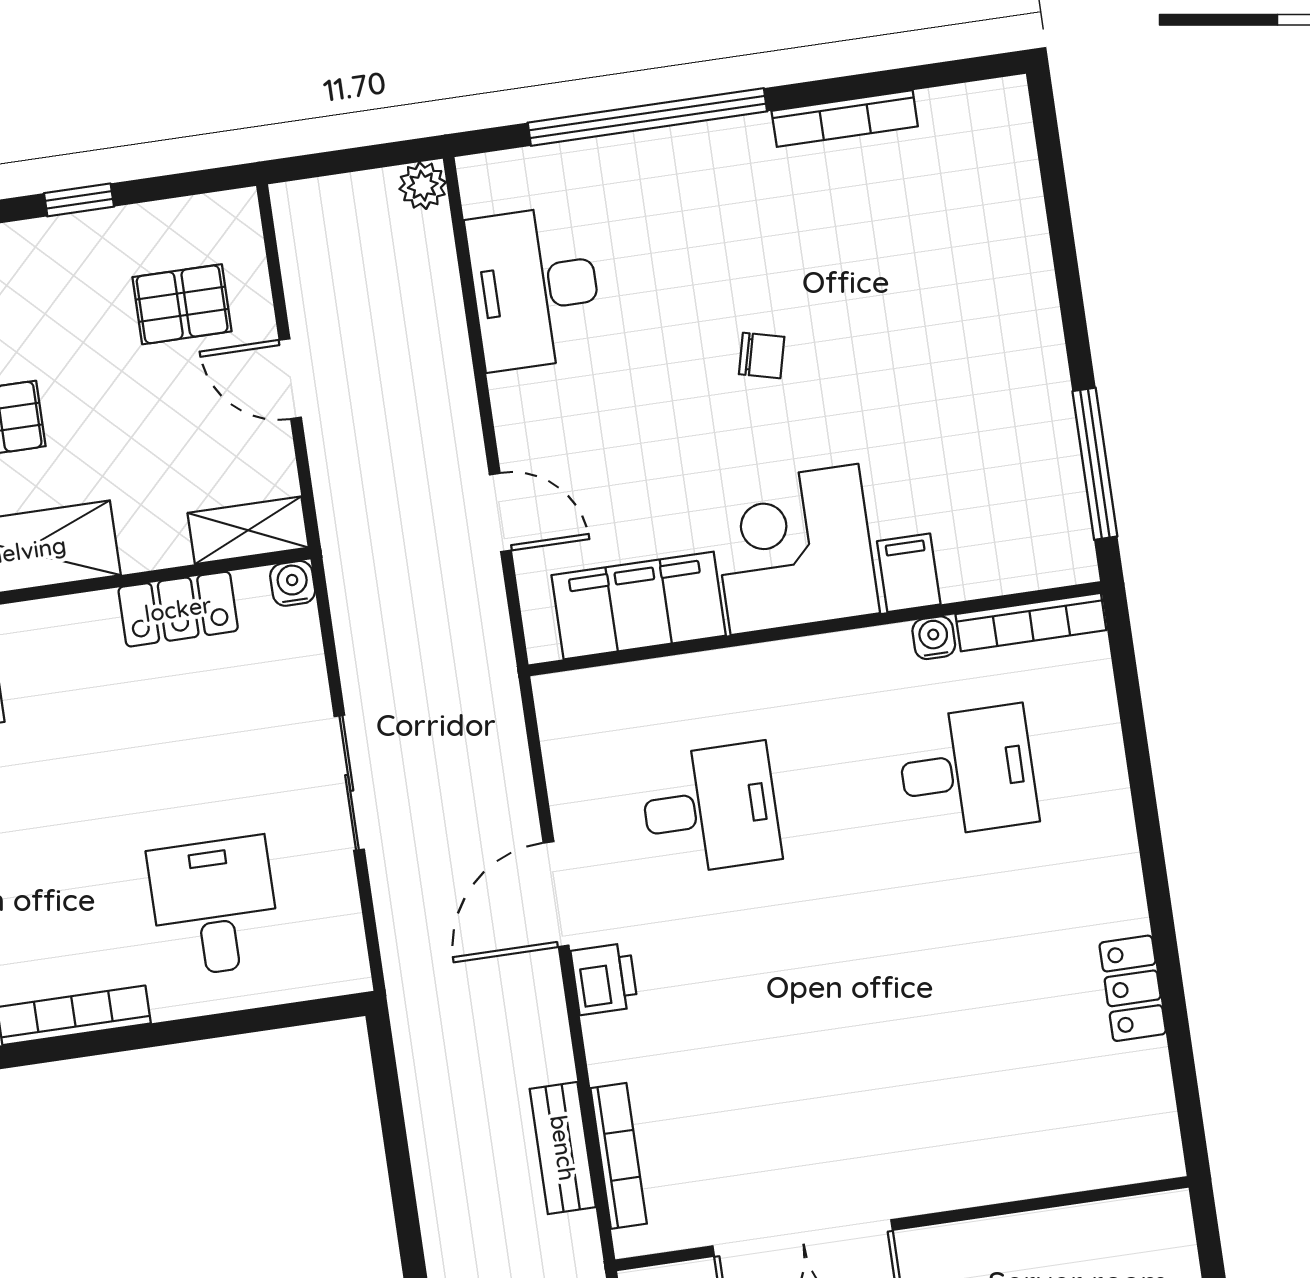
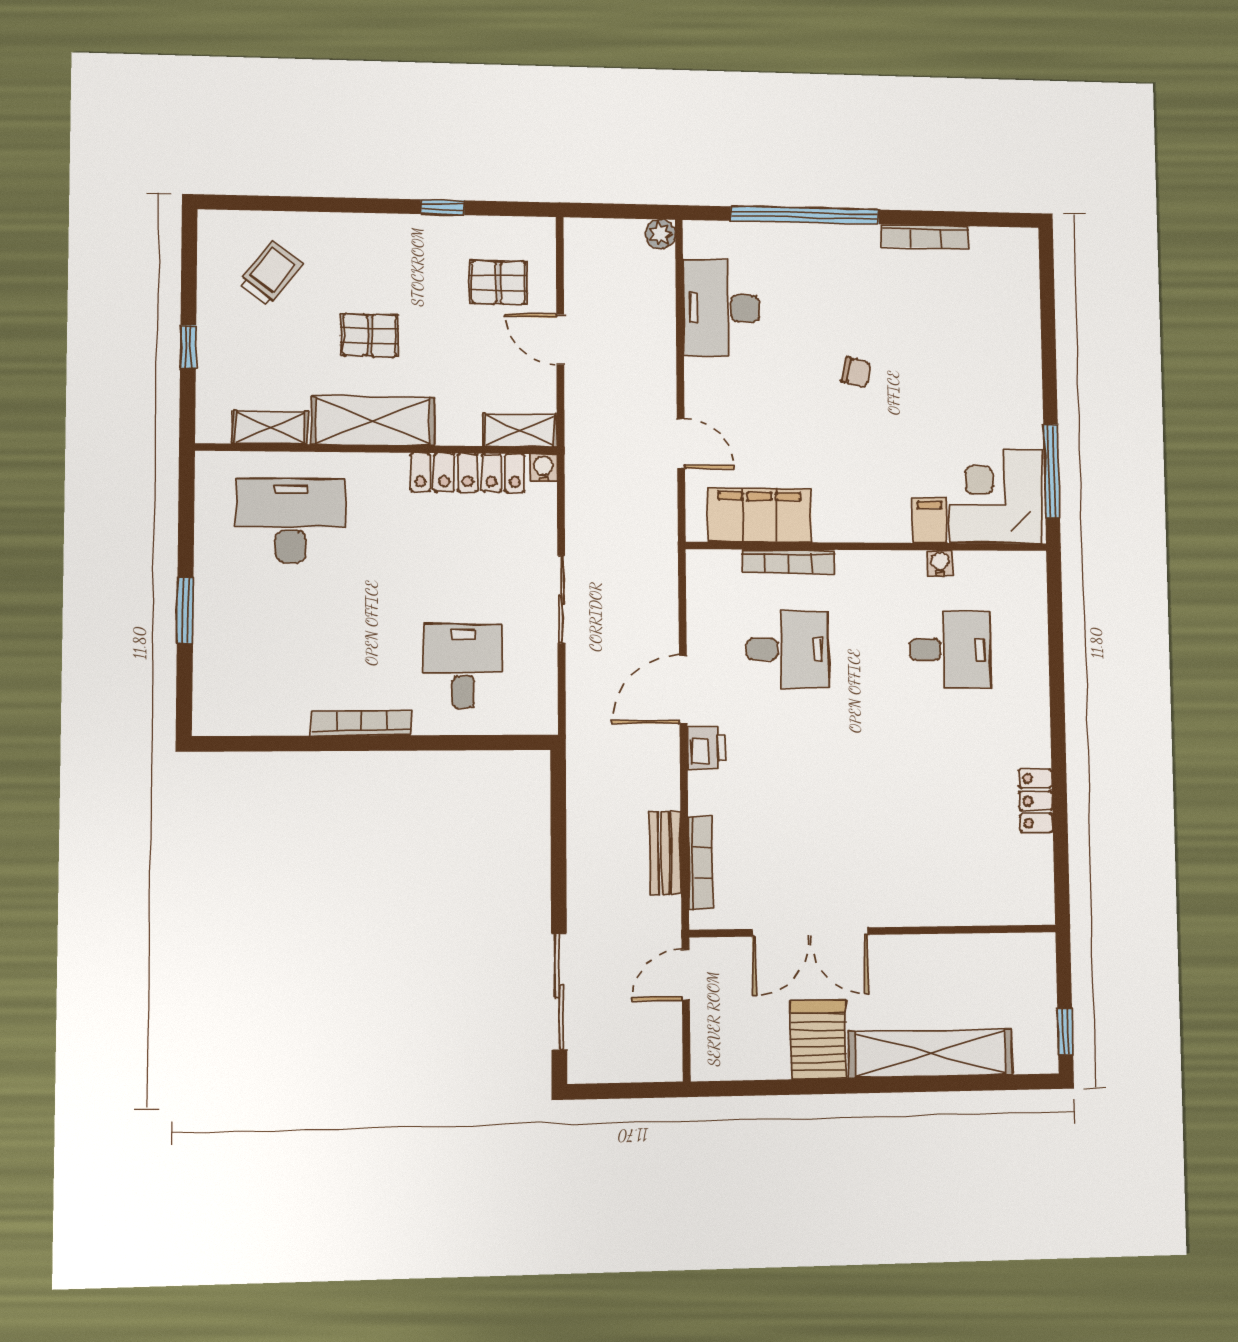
corner desk: (794, 549) -> (995, 496), moved
locker: (178, 609) -> (468, 473), width x1.53
bookcase: (1031, 622) -> (789, 562), moved

